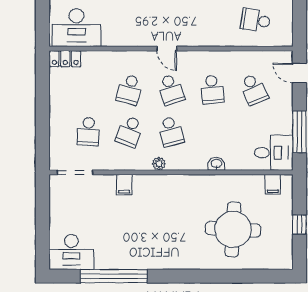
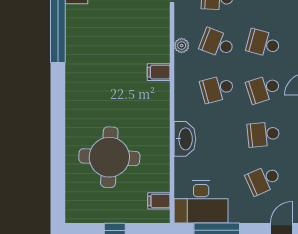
desk: (274, 153) -> (201, 202), width x1.37
plant: (159, 164) -> (182, 45), moved
washbasin: (216, 164) -> (185, 139), width x1.91, depth x1.45
filing cabinet: (124, 185) -> (159, 72), moved

